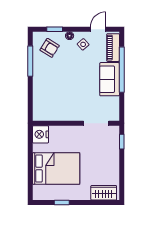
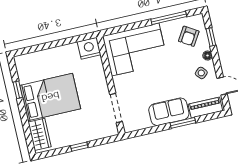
window: (122, 70) -> (183, 123), width x0.47
corner sofa: (51, 96) -> (135, 50), added
window: (122, 142) -> (79, 147), moved
bed: (56, 168) -> (50, 97), moved, turned -90

